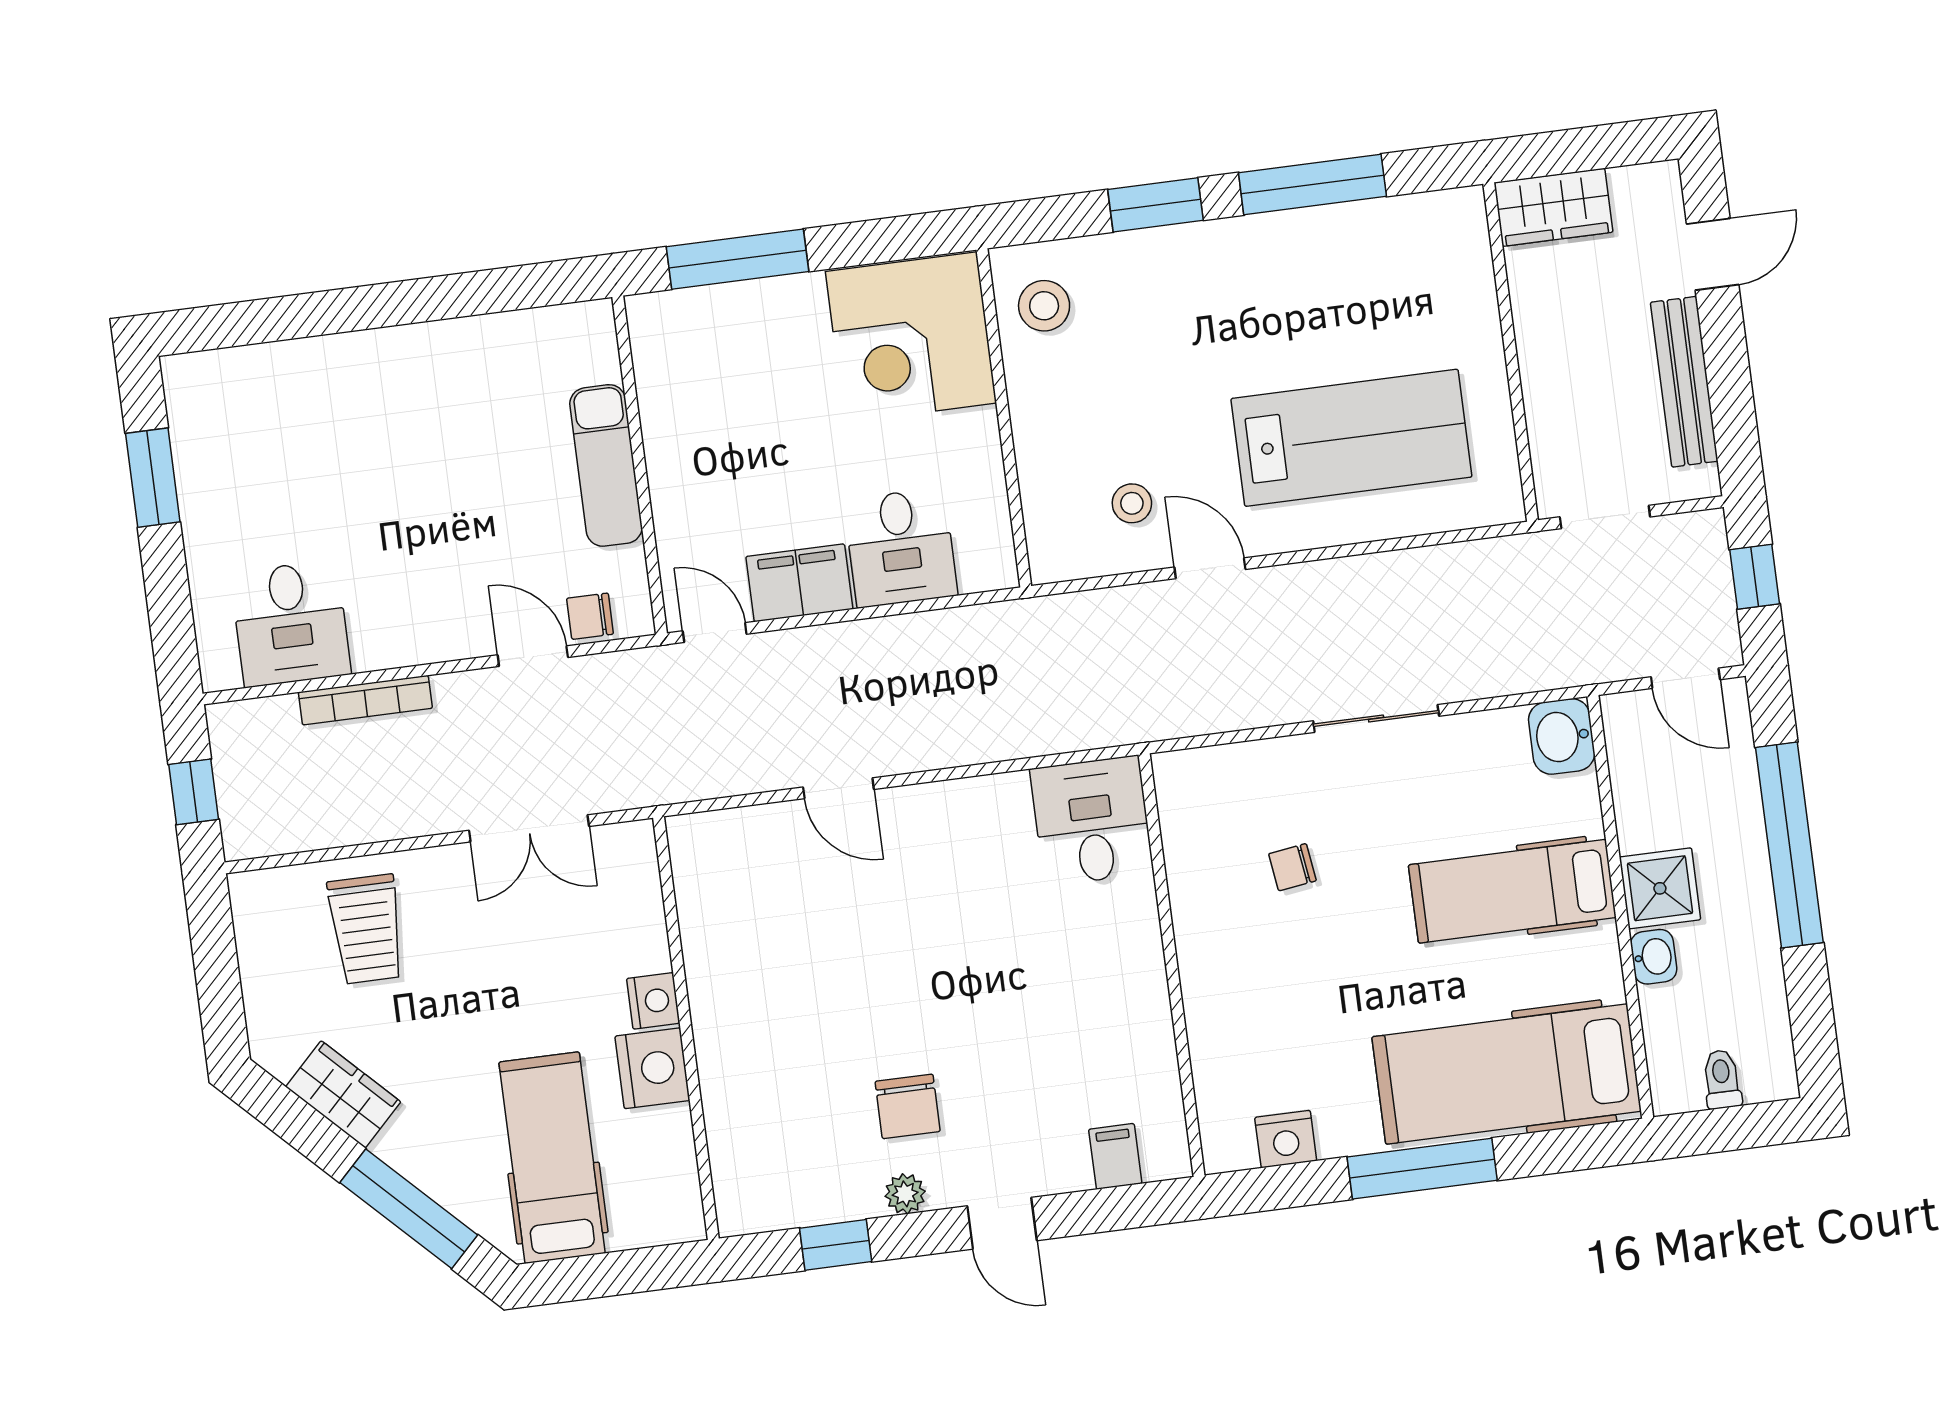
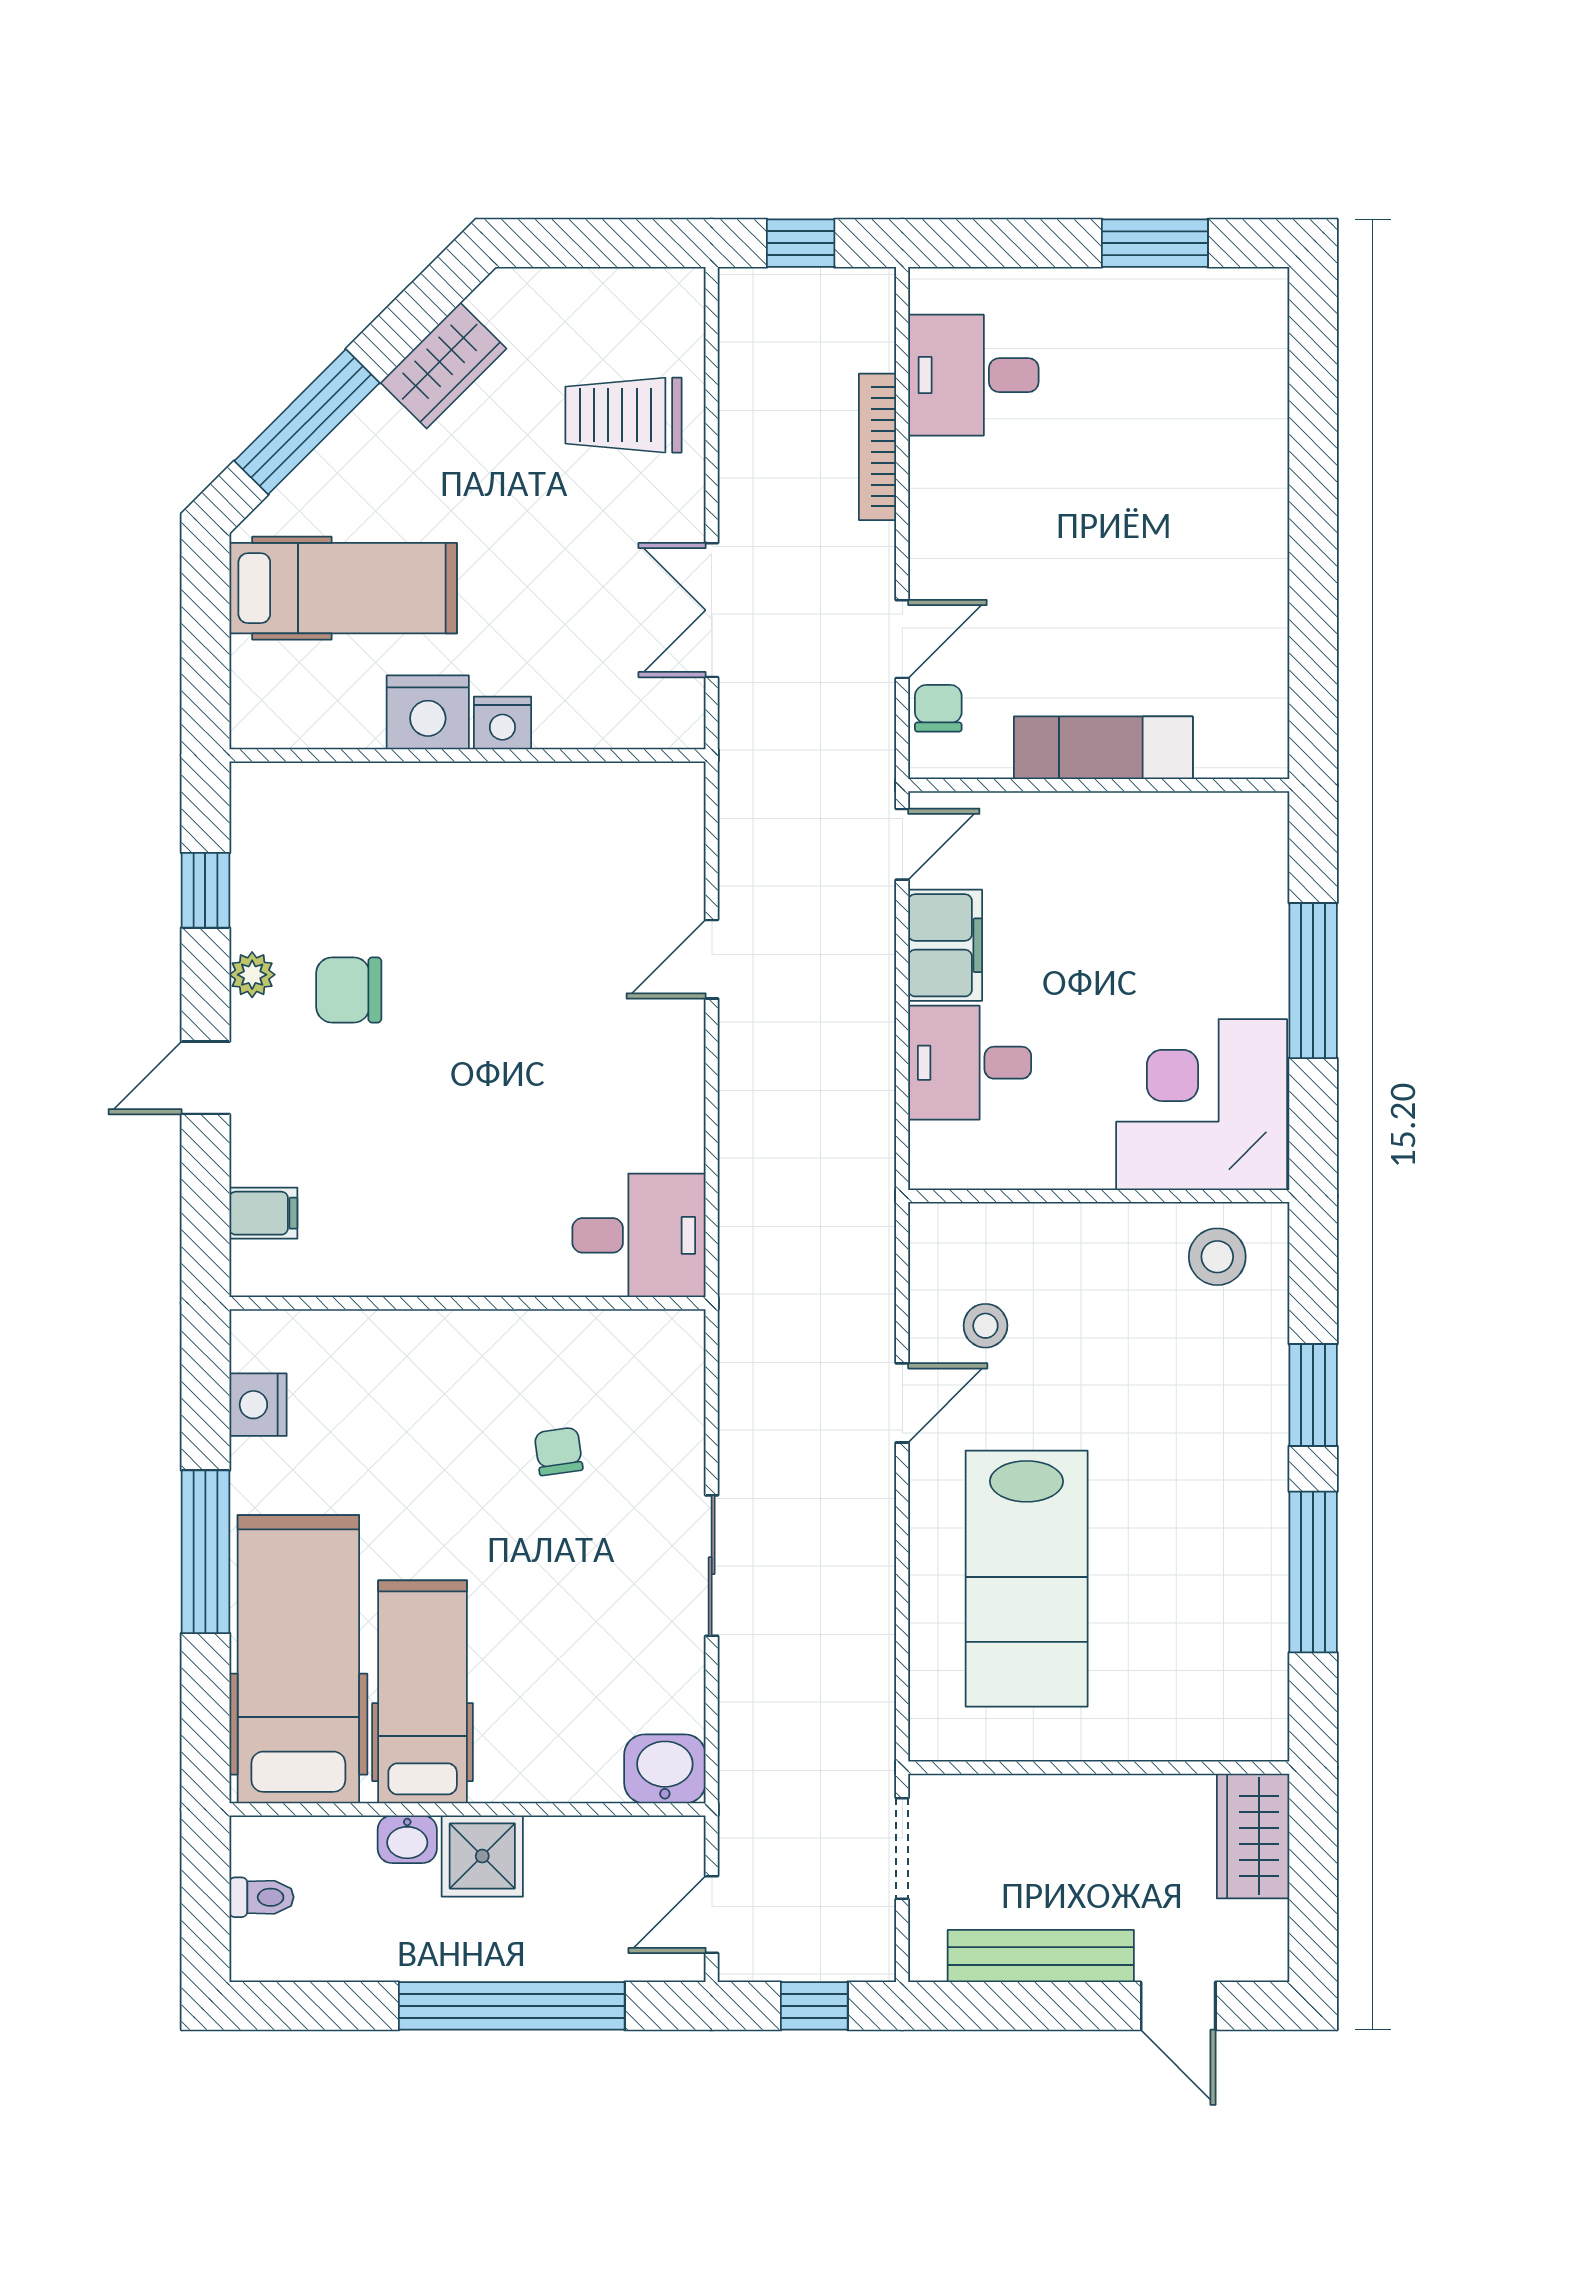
window: (737, 259) -> (1313, 981), moved
hospital bed: (1512, 891) -> (423, 1692), moved

